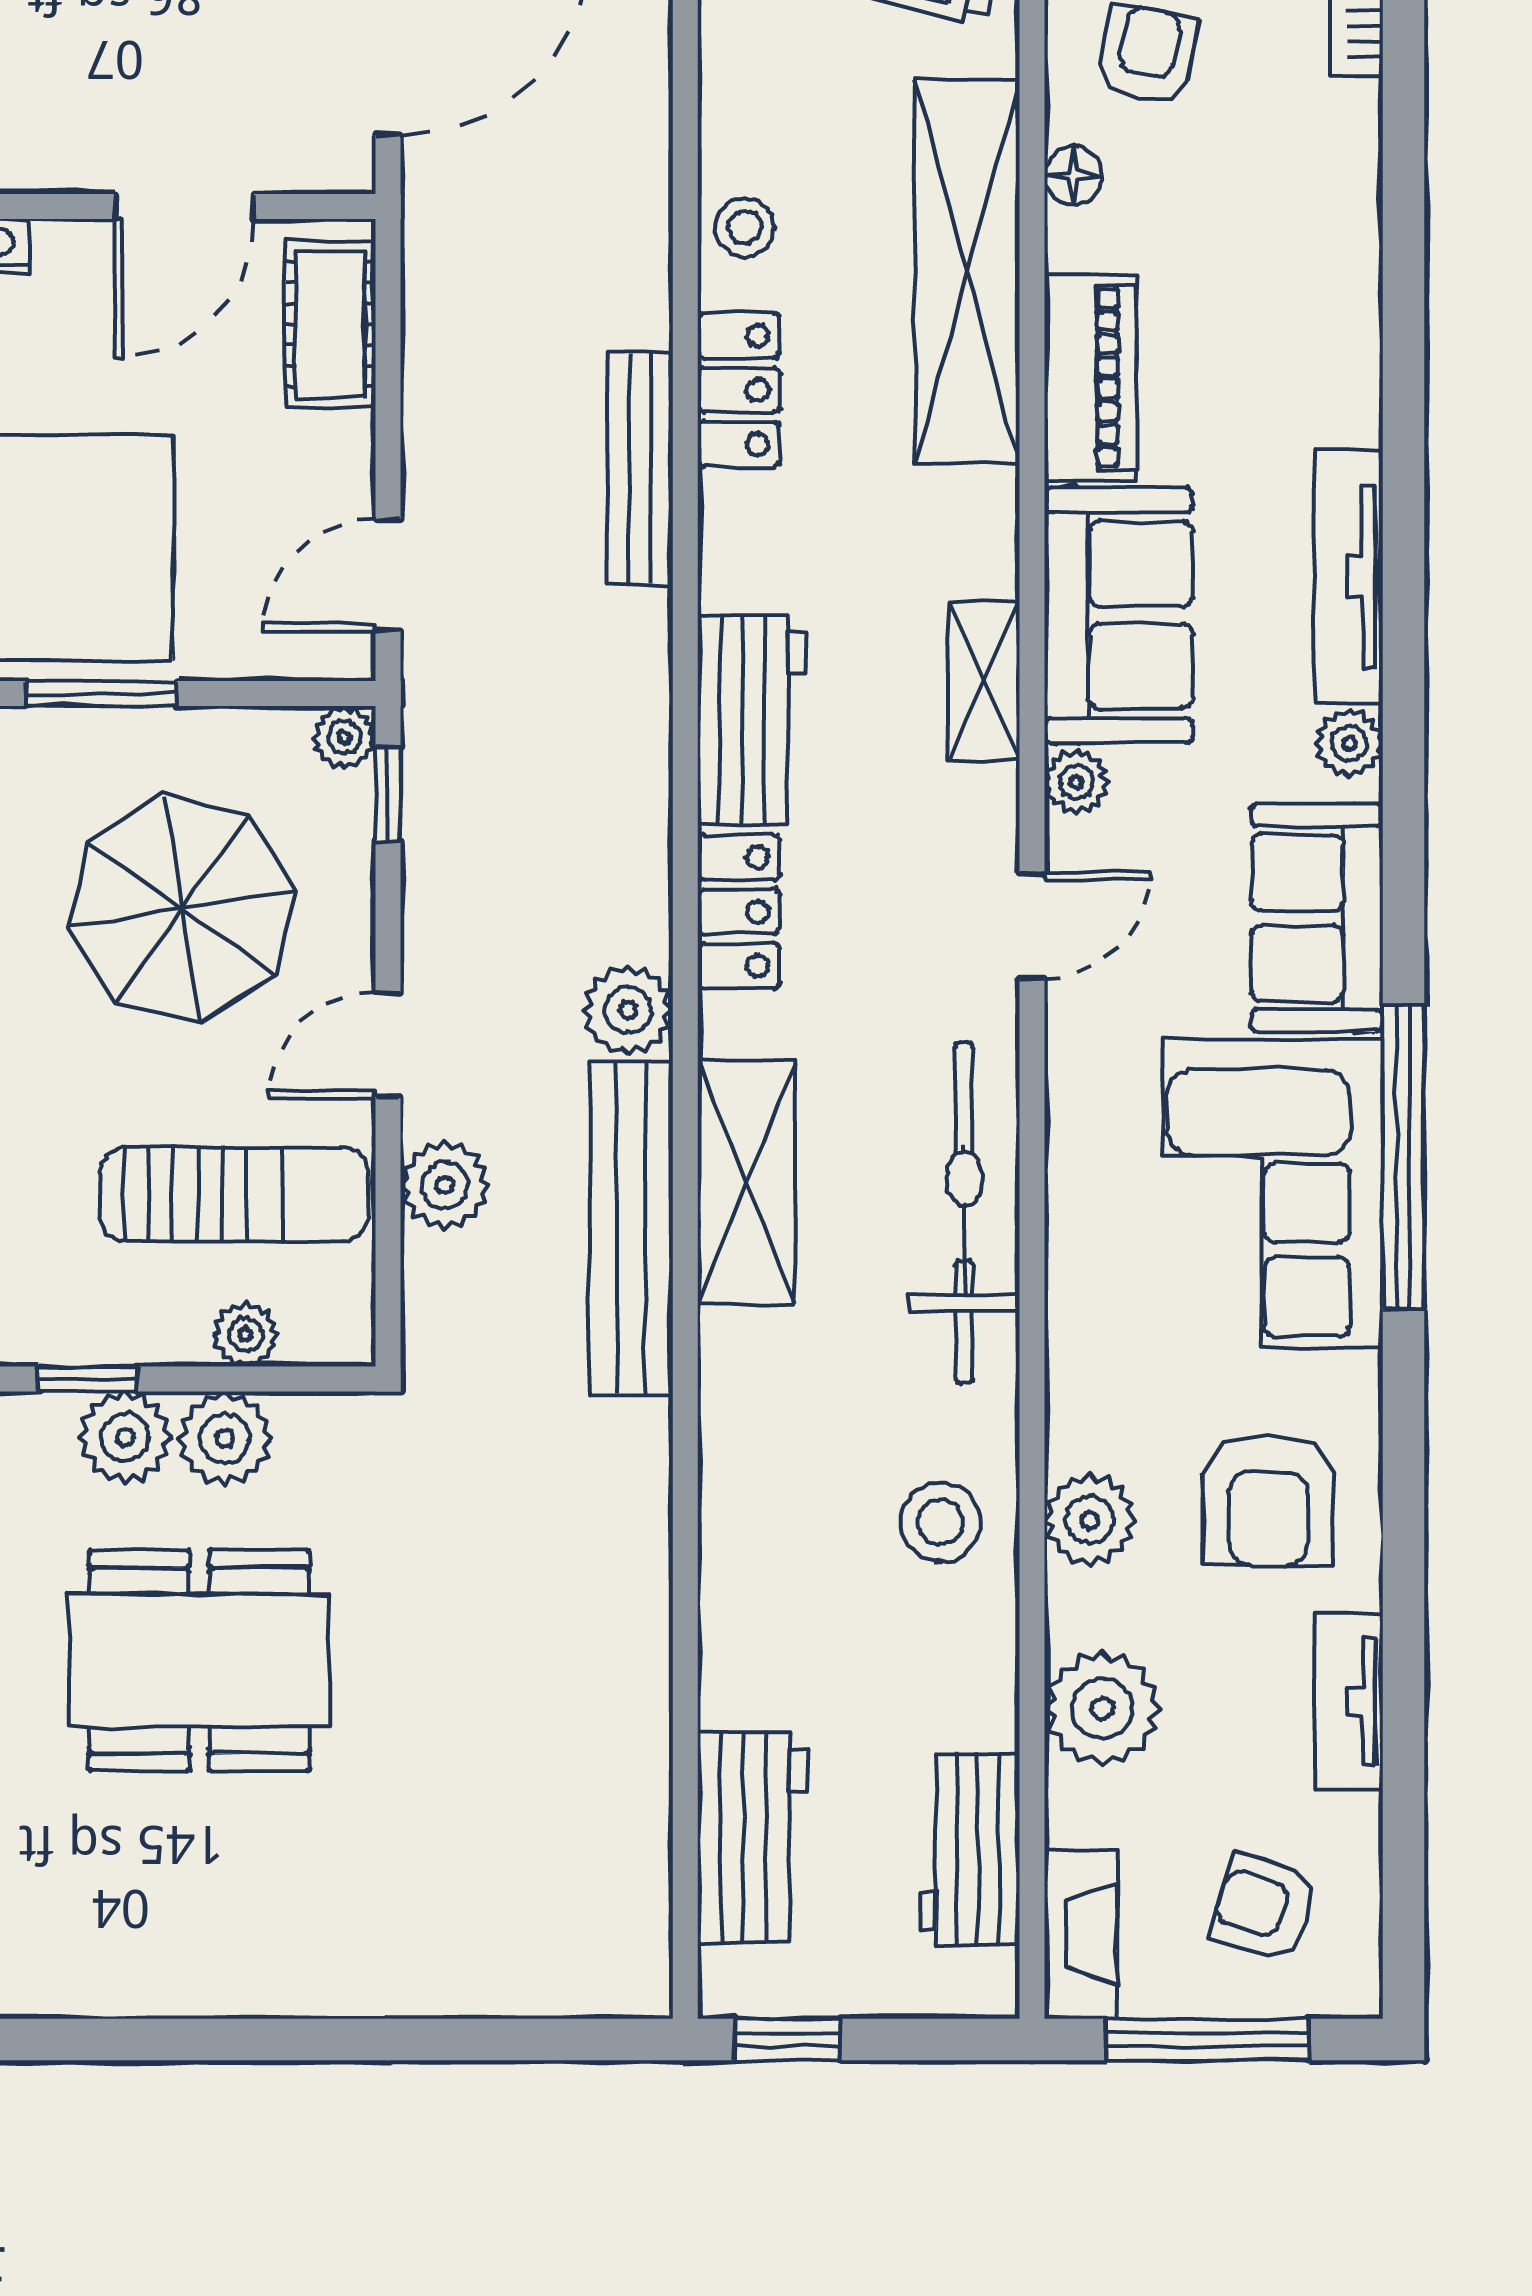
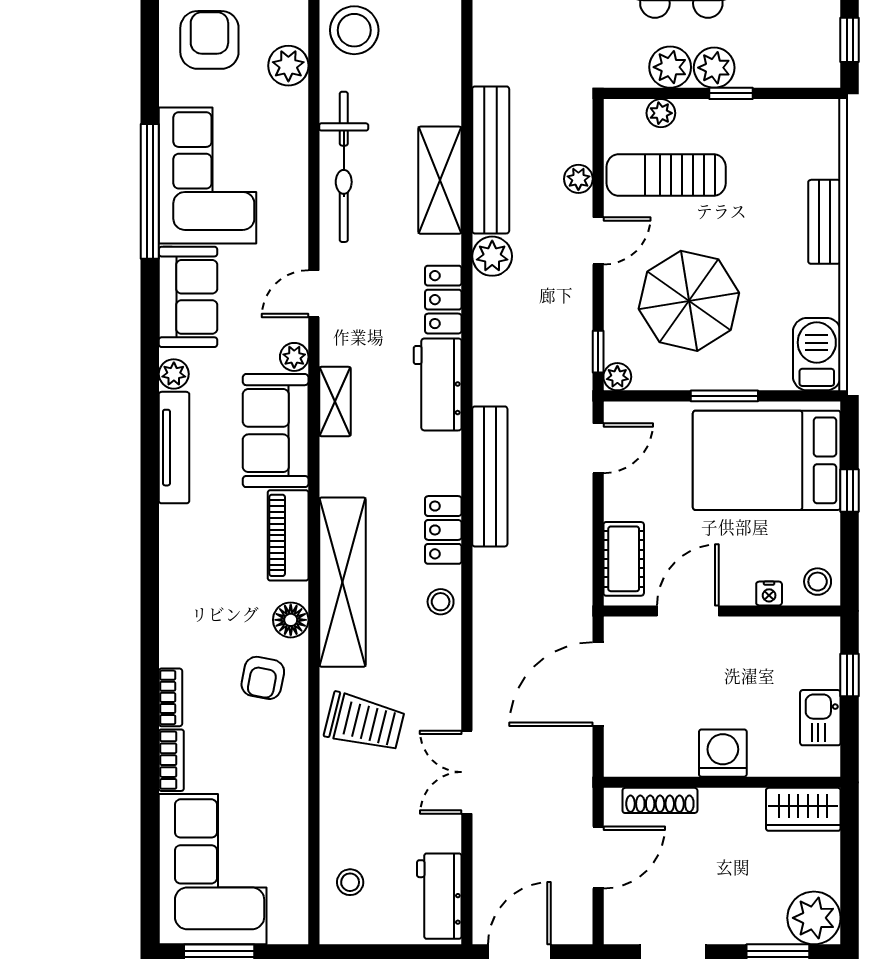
floor lamp: (1073, 175) -> (291, 620), width x1.37, depth x1.37
bench: (640, 469) -> (490, 476), width x1.37, depth x1.21
plant: (445, 1185) -> (578, 179), width x0.73, depth x0.73
plant: (1090, 1520) -> (288, 66), moved
stool: (940, 1522) -> (354, 30), width x1.38, depth x1.38

